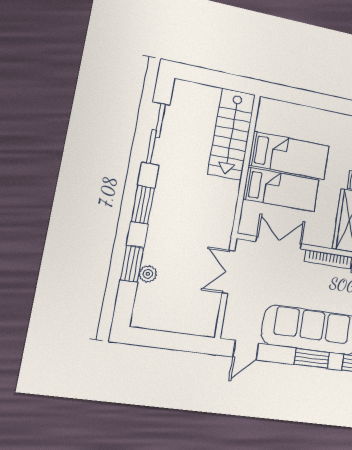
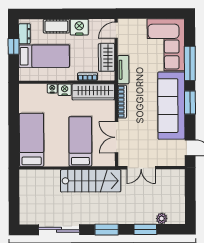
stairs: (232, 134) -> (91, 181), moved
bed: (289, 156) -> (32, 140), moved
plant: (148, 274) -> (162, 219), moved

